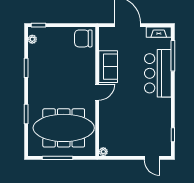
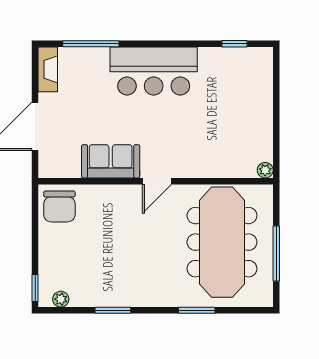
bar counter: (158, 73) -> (154, 71), moved
door: (97, 92) -> (157, 181), swing flipped
door: (152, 158) -> (276, 82), removed

